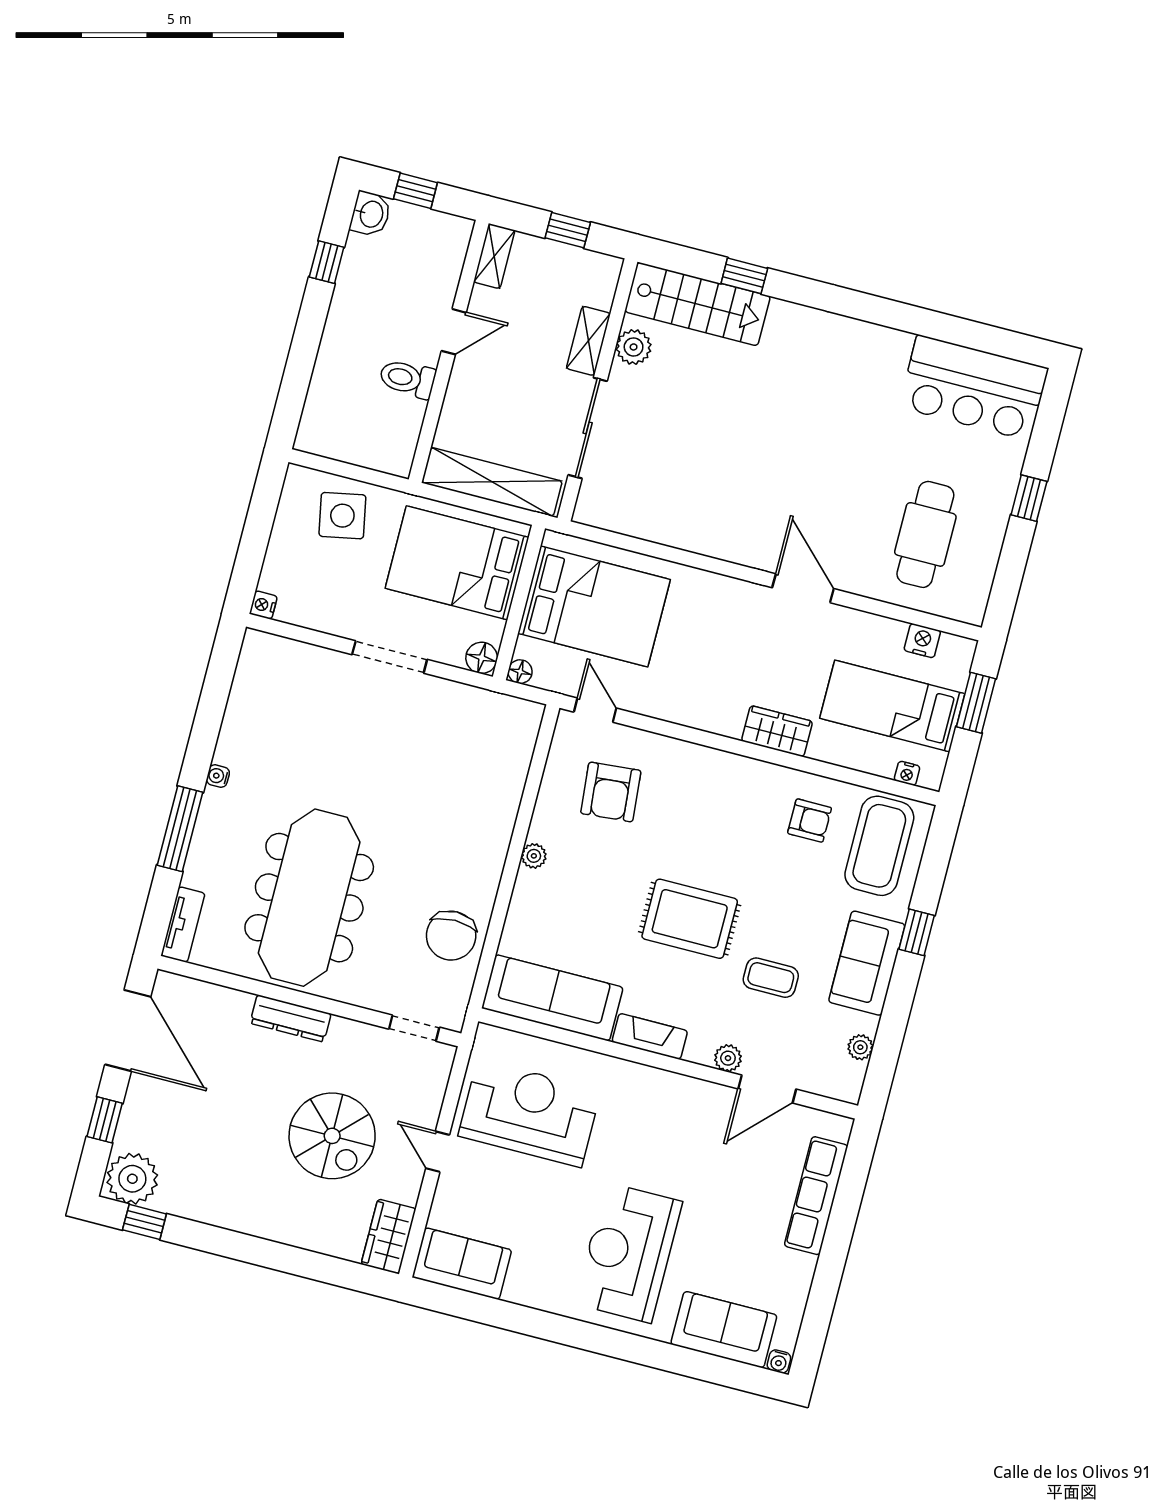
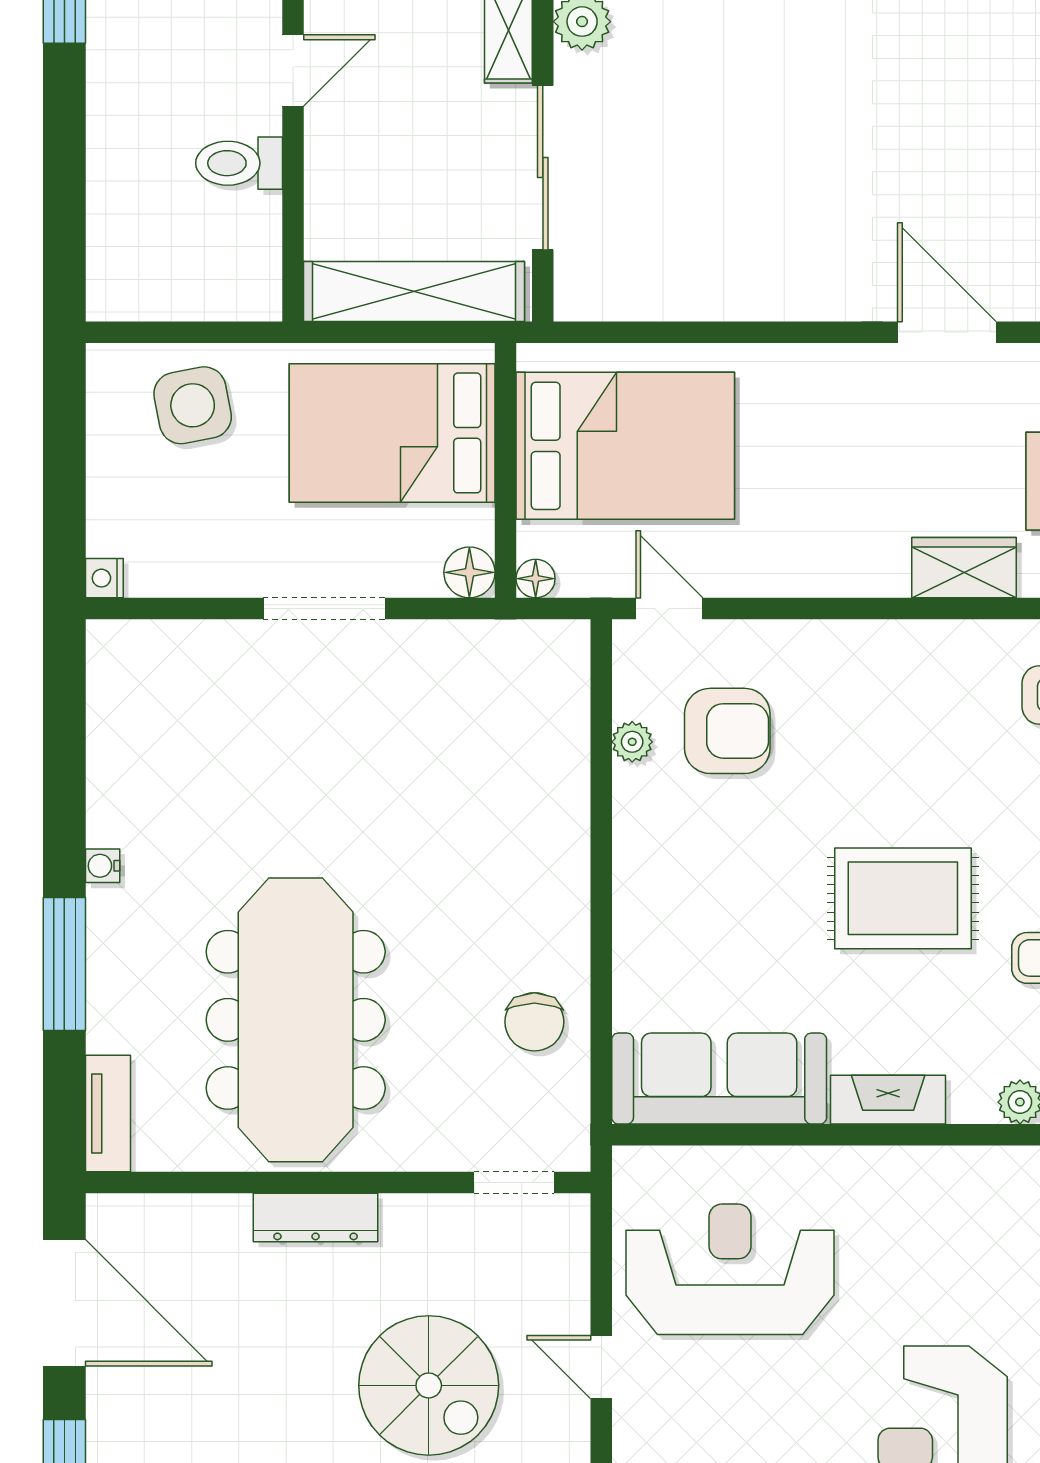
armchair: (611, 792) -> (727, 731), turned -85
plant: (534, 856) -> (632, 742), moved
chair: (451, 936) -> (534, 1022), width x0.73, depth x0.73

